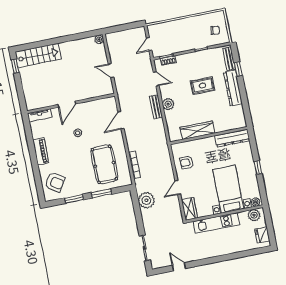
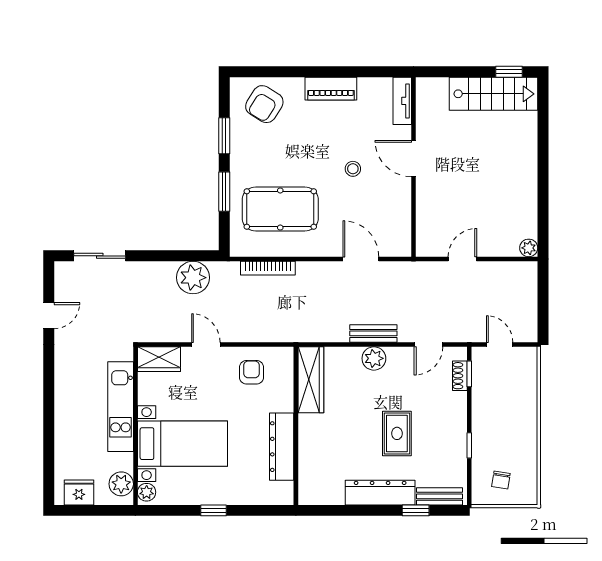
stairs: (38, 56) -> (493, 94), moved, turned -90
wardrobe: (198, 130) -> (311, 380), moved
dresser: (232, 138) -> (282, 447), moved

